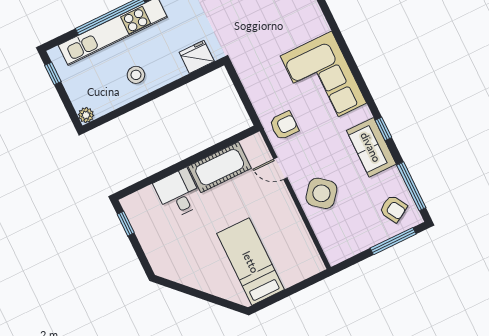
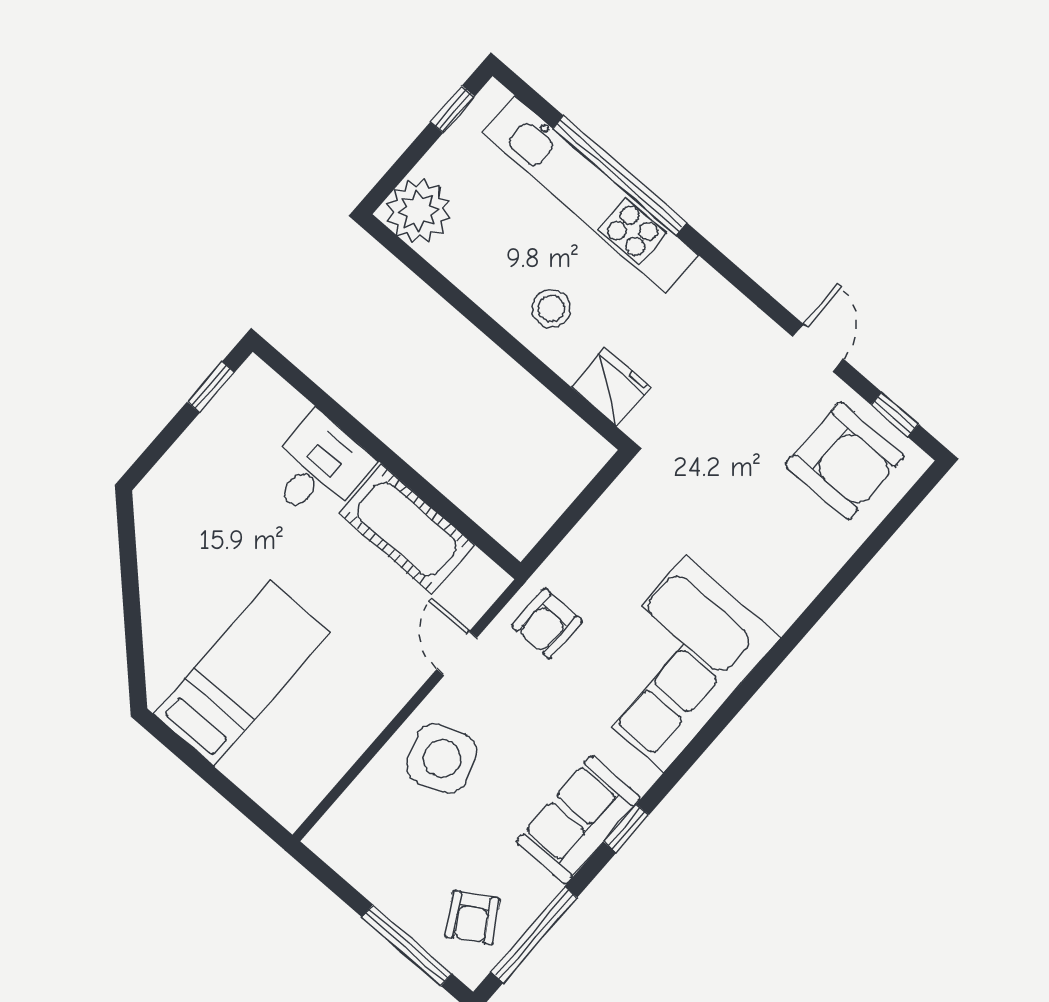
stool: (136, 75) -> (551, 308), moved
plant: (86, 115) -> (418, 211), width x1.87, depth x1.87
armchair: (284, 126) -> (547, 623), turned 90
side table: (321, 193) -> (442, 758), turned 31

